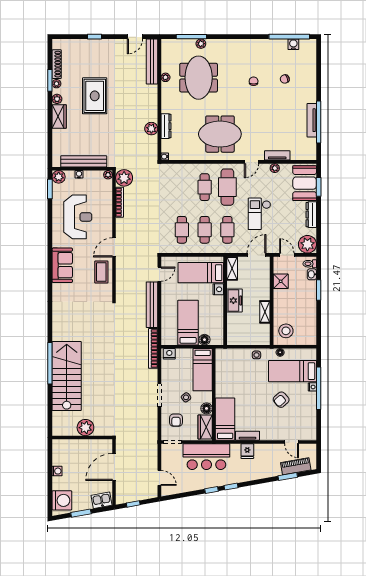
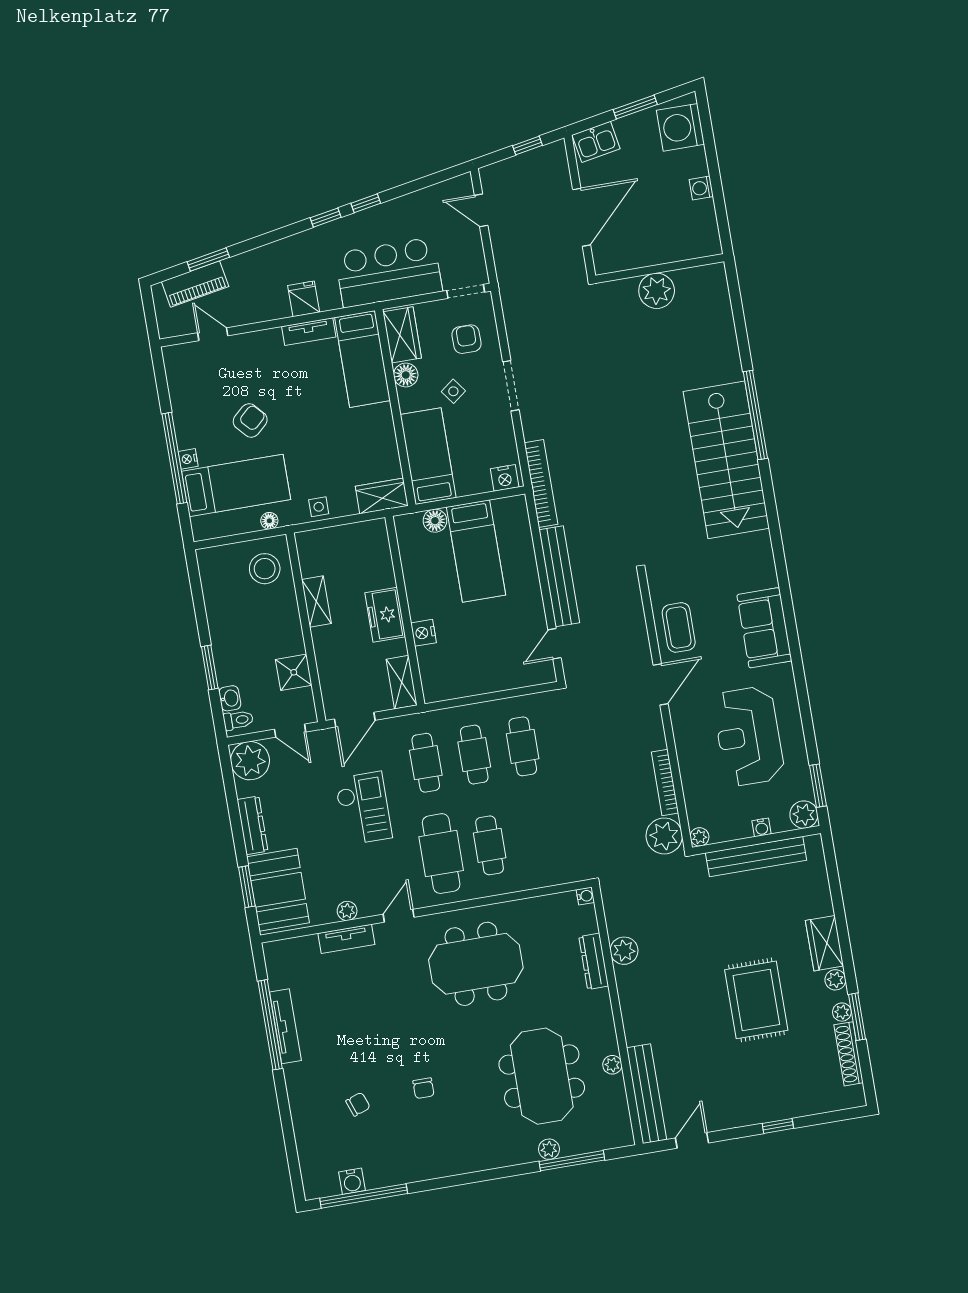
bed: (201, 273) -> (467, 662), removed
wardrobe: (227, 355) -> (382, 496), added
stairs: (67, 376) -> (726, 460), moved

